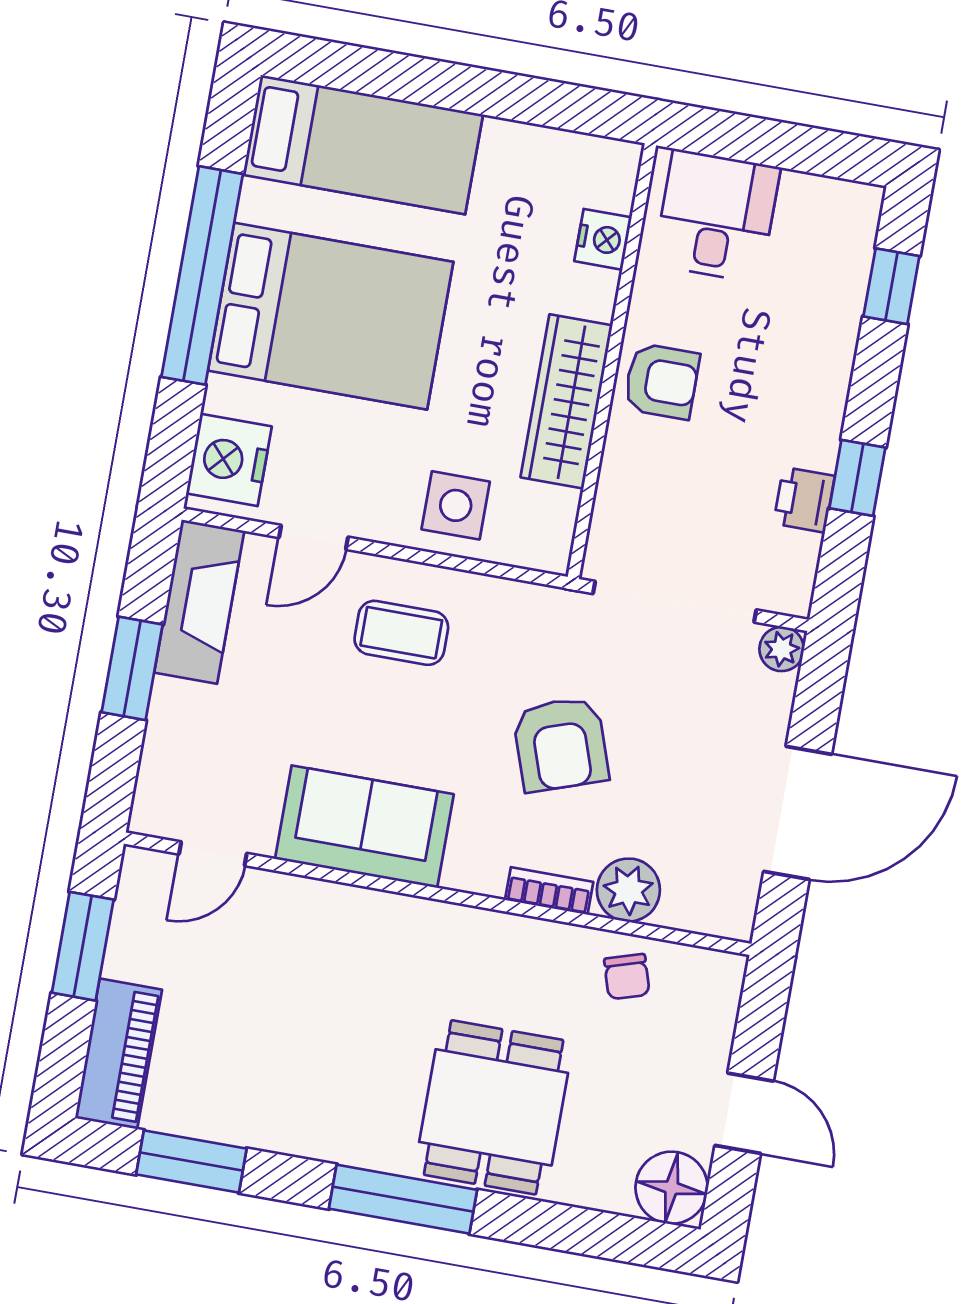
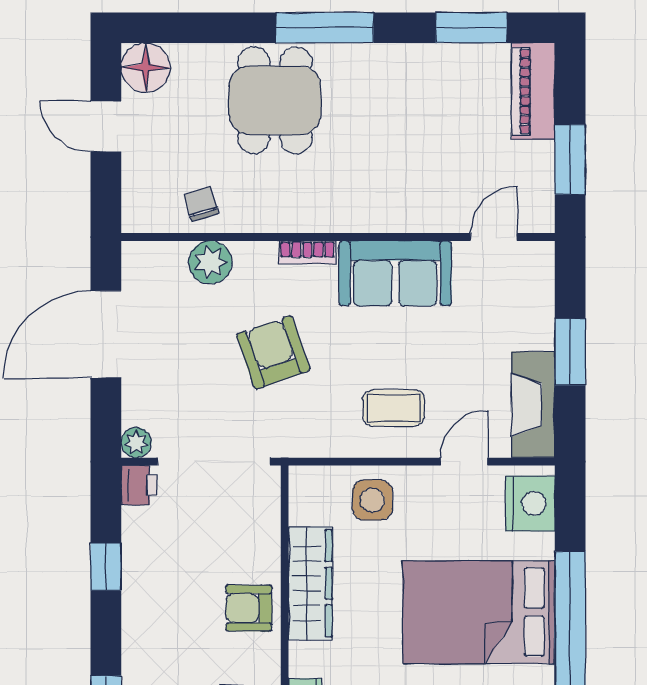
printer: (804, 500) -> (139, 485), moved
bookcase: (549, 891) -> (307, 252), moved

